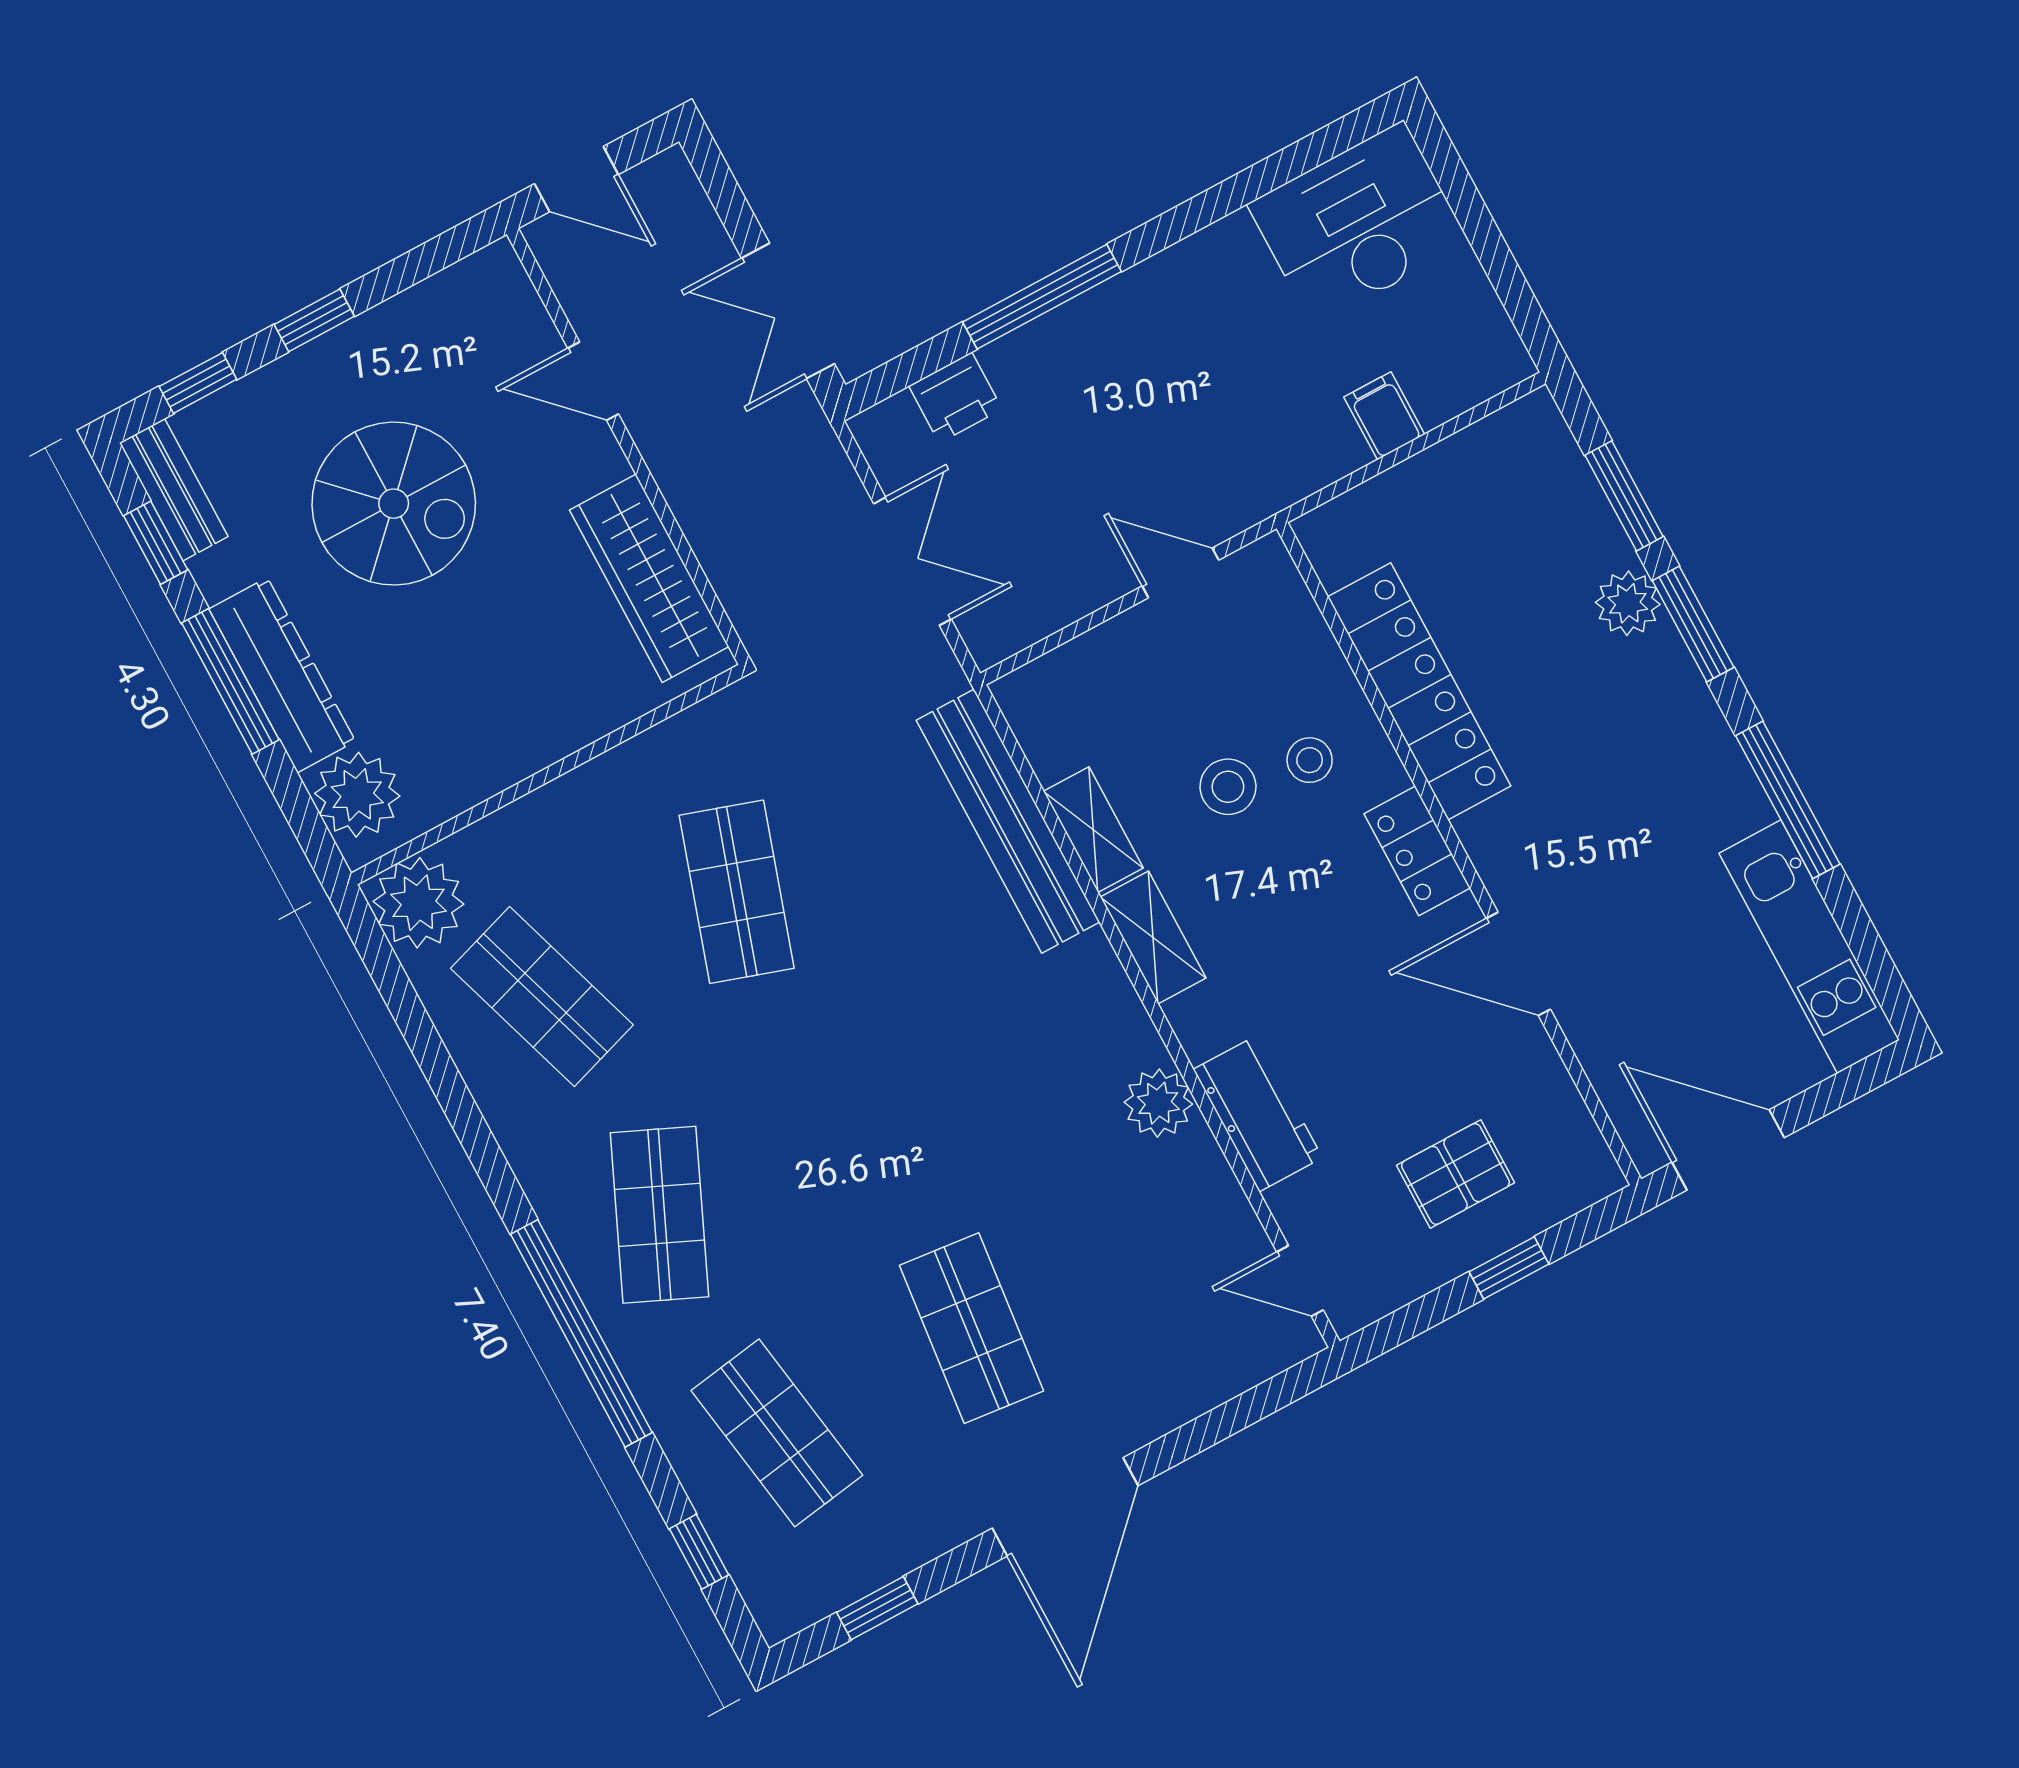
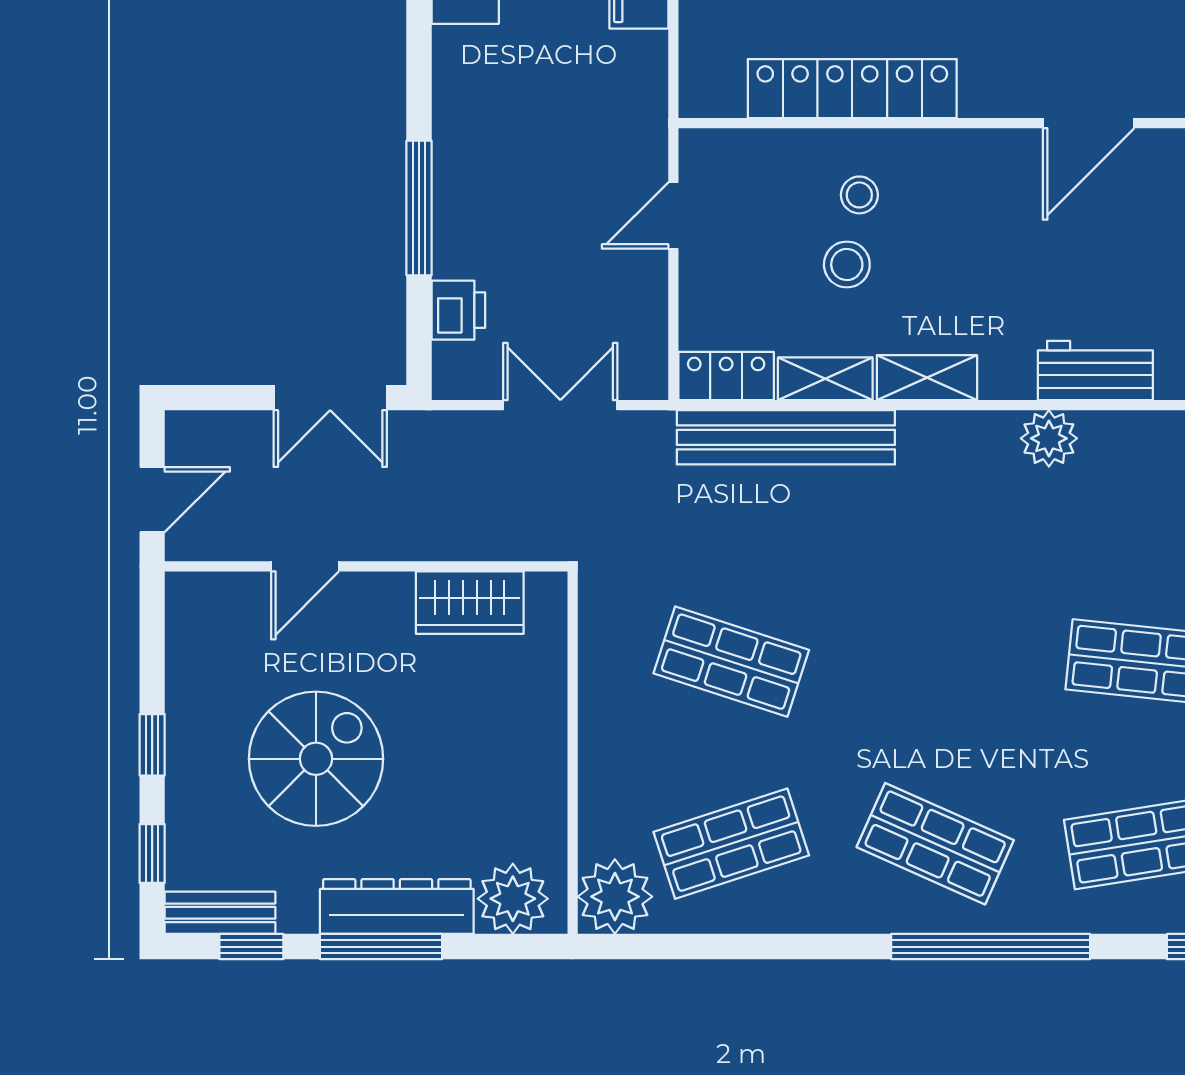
wardrobe: (649, 578) -> (470, 603), width x0.67
locker: (1417, 851) -> (726, 376), moved, turned 180

